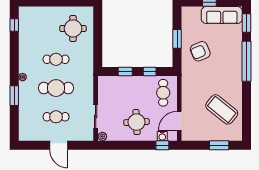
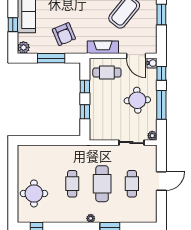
plant: (187, 12) -> (23, 47), added
round table: (73, 28) -> (34, 193), moved
window: (177, 39) -> (51, 58), width x1.44
fireplace: (188, 89) -> (103, 47), added
water cooler: (162, 136) -> (152, 63), moved
window: (132, 145) -> (161, 105), added

